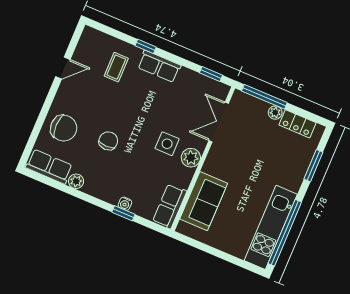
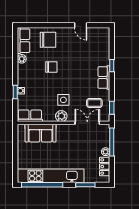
coffee table: (116, 67) -> (94, 103), moved
chair: (64, 128) -> (48, 40), turned -90
kitchen unit: (271, 227) -> (51, 176), width x1.36

